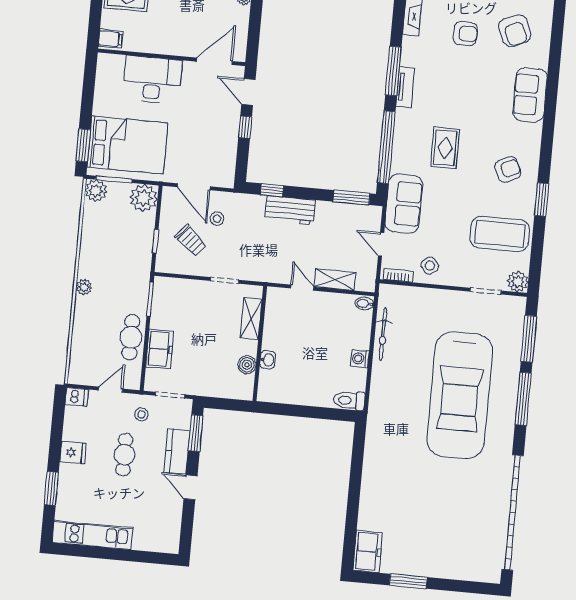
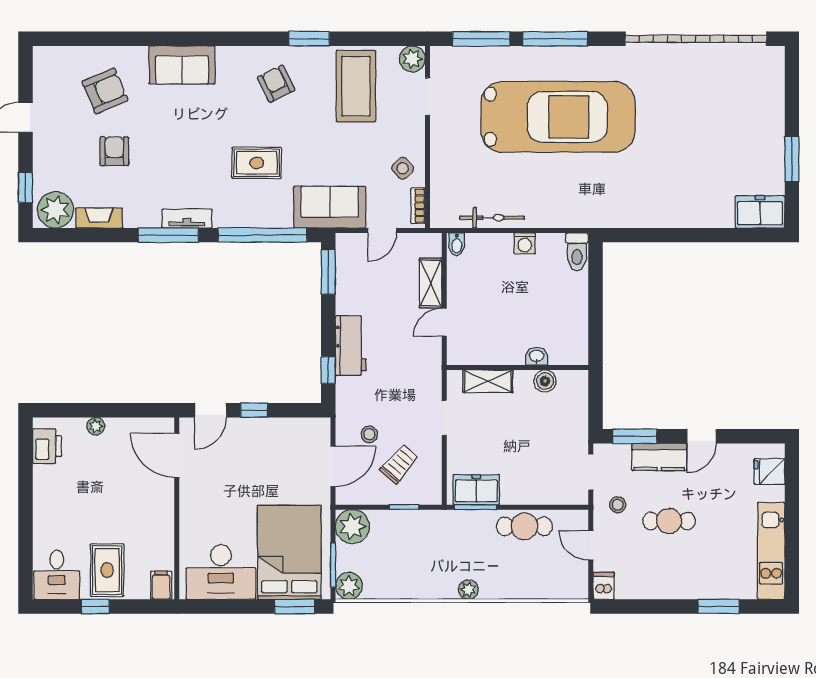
desk: (152, 80) -> (221, 572), moved, turned -90
freezer: (160, 349) -> (476, 490), moved
fridge: (73, 453) -> (769, 471), moved, turned -90

